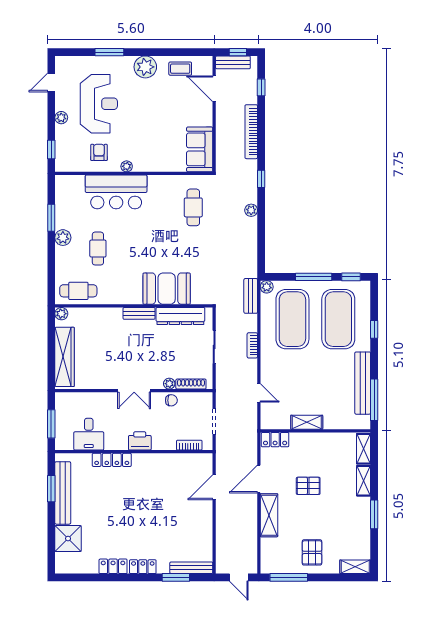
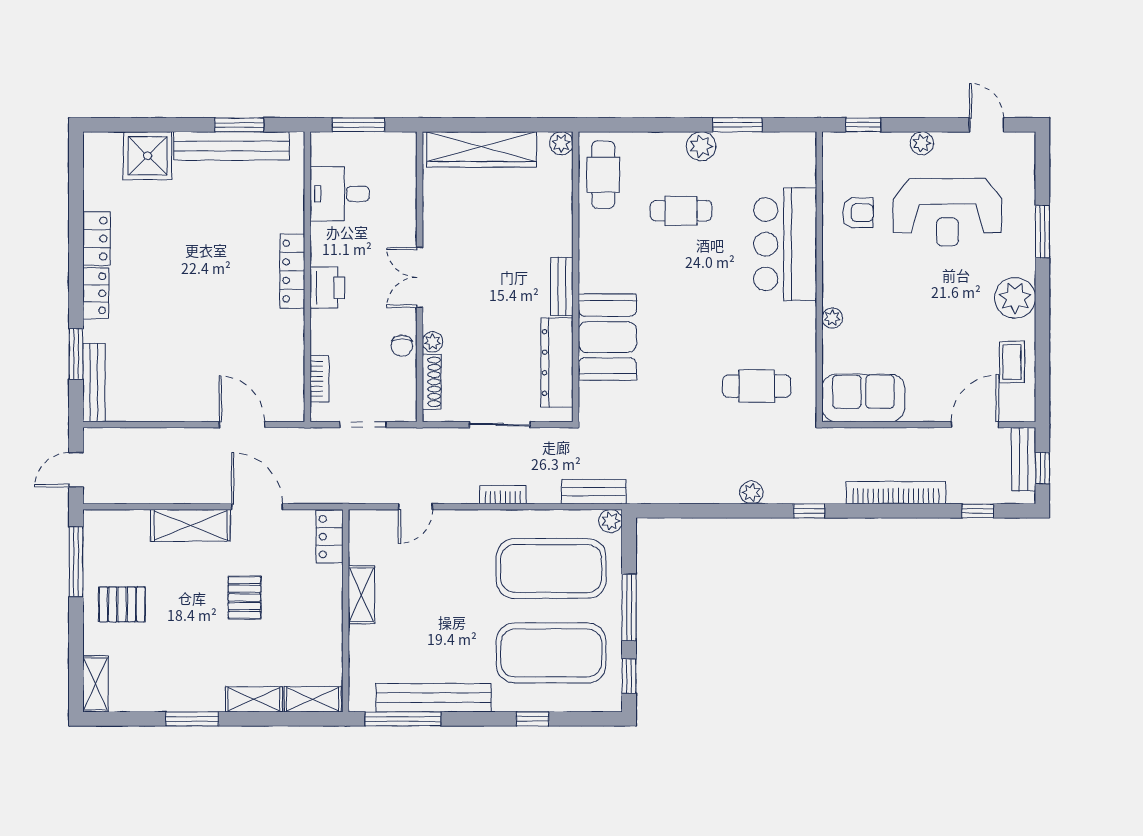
plant: (127, 166) -> (832, 318), moved
locker: (112, 460) -> (292, 271), moved

